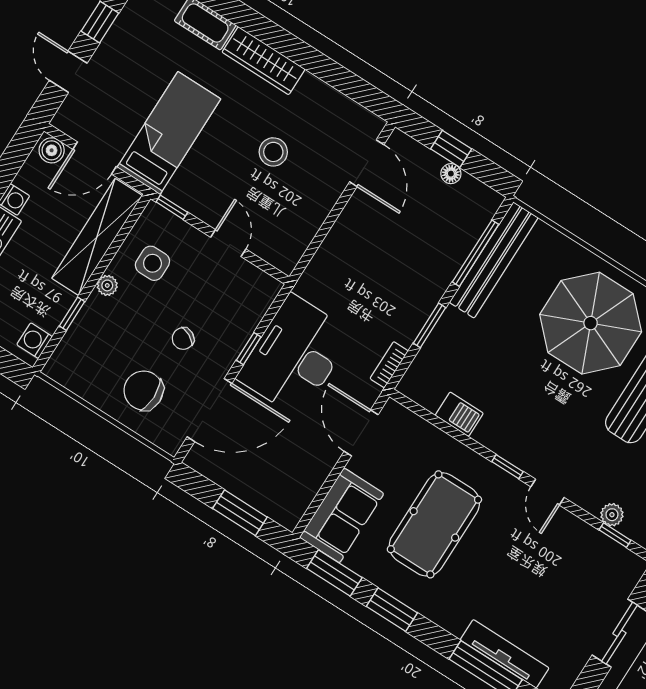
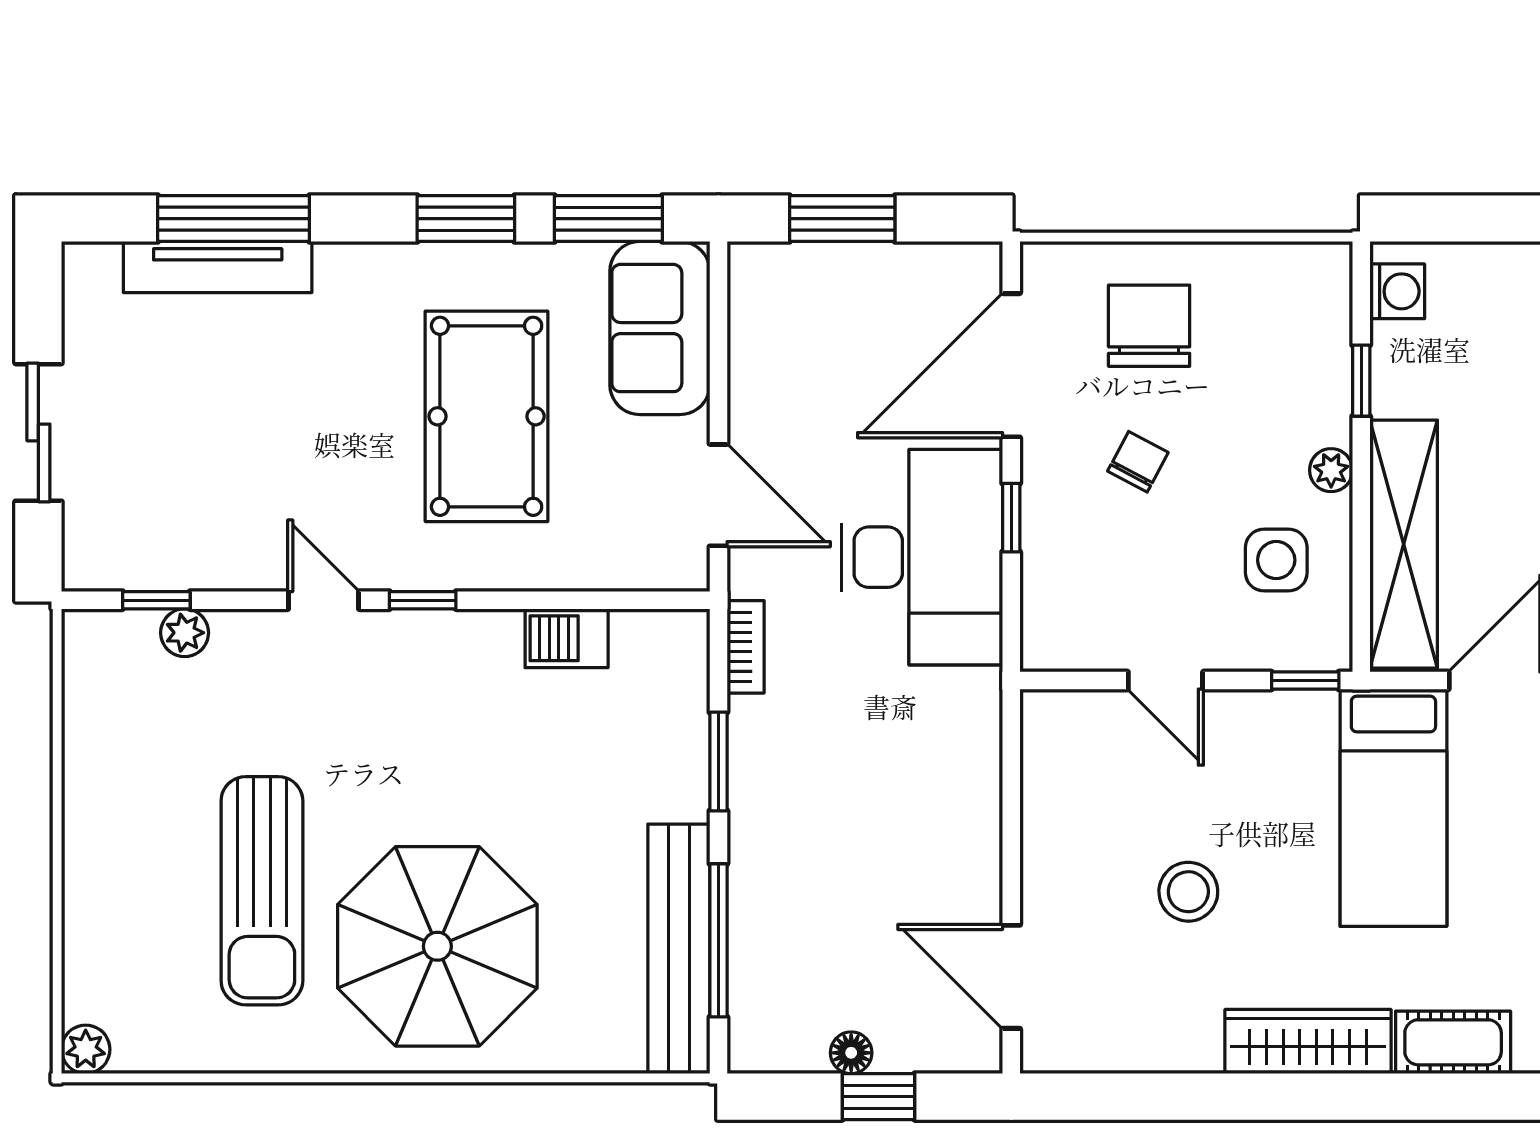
chair: (144, 391) -> (1149, 326), turned -90

